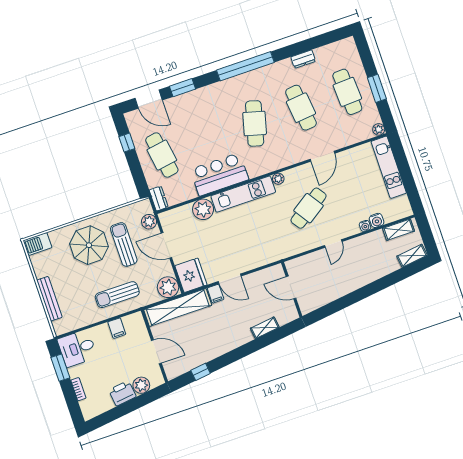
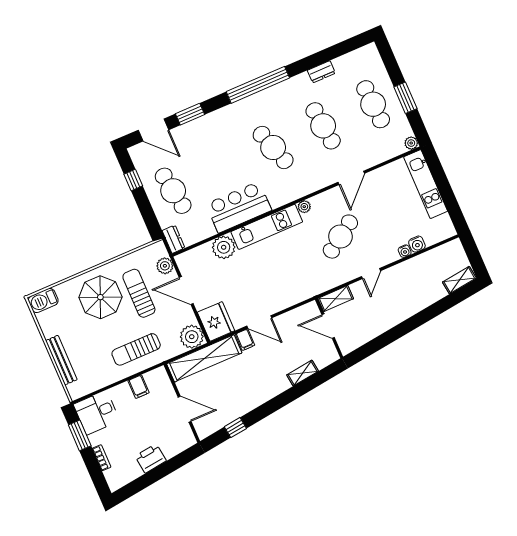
cafe table: (255, 123) -> (273, 147), turned -33
shelving: (399, 230) -> (336, 299), moved
plant: (141, 385) -> (171, 448), removed

